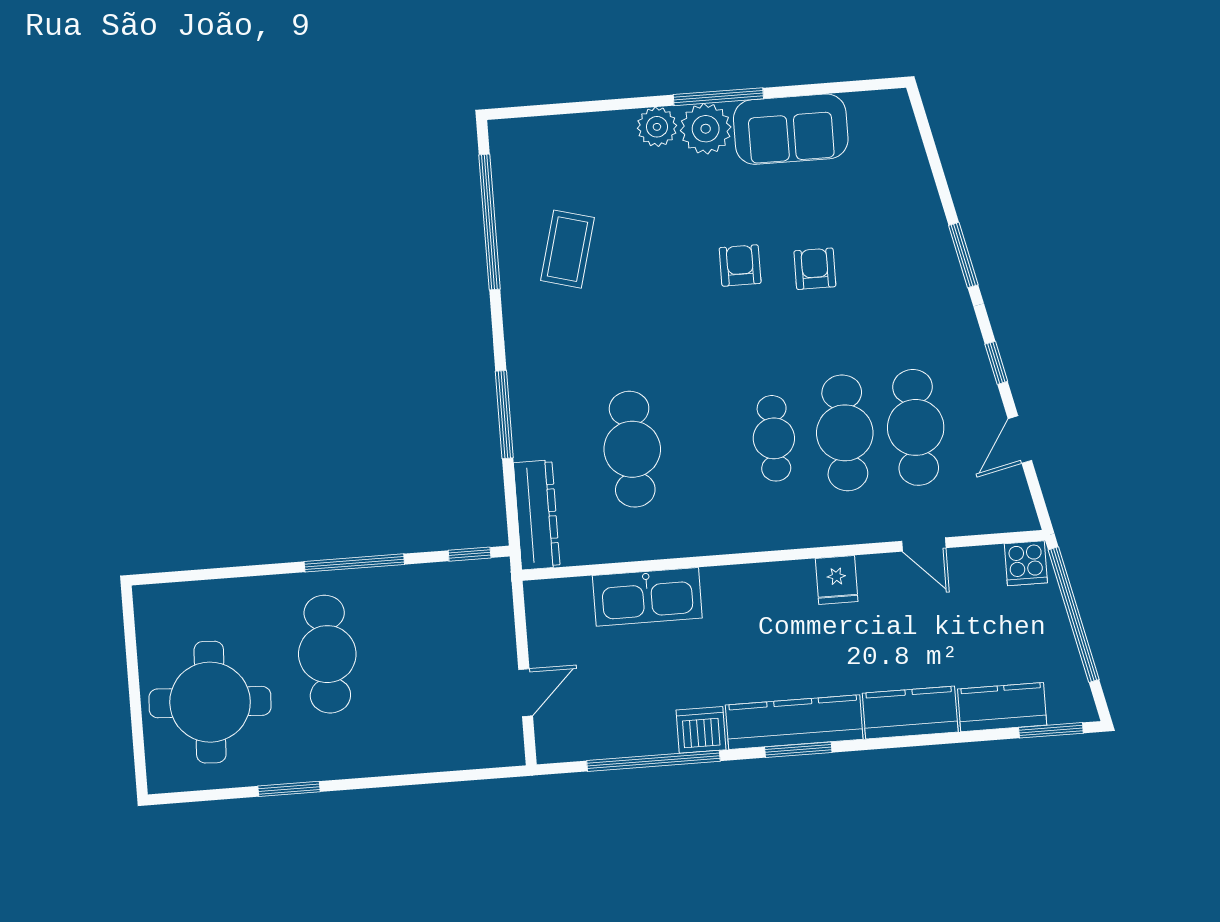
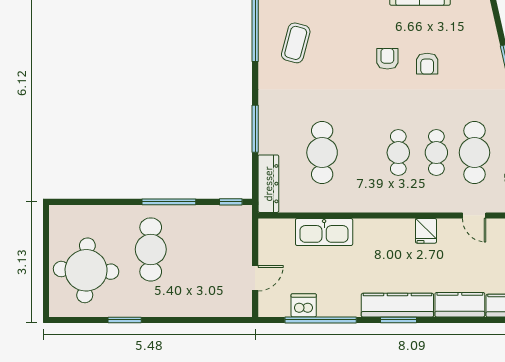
armchair: (815, 269) -> (427, 64), turned 180
cafe table: (845, 433) -> (436, 153), width x0.73, depth x0.74
dishwasher: (701, 730) -> (304, 305), moved

